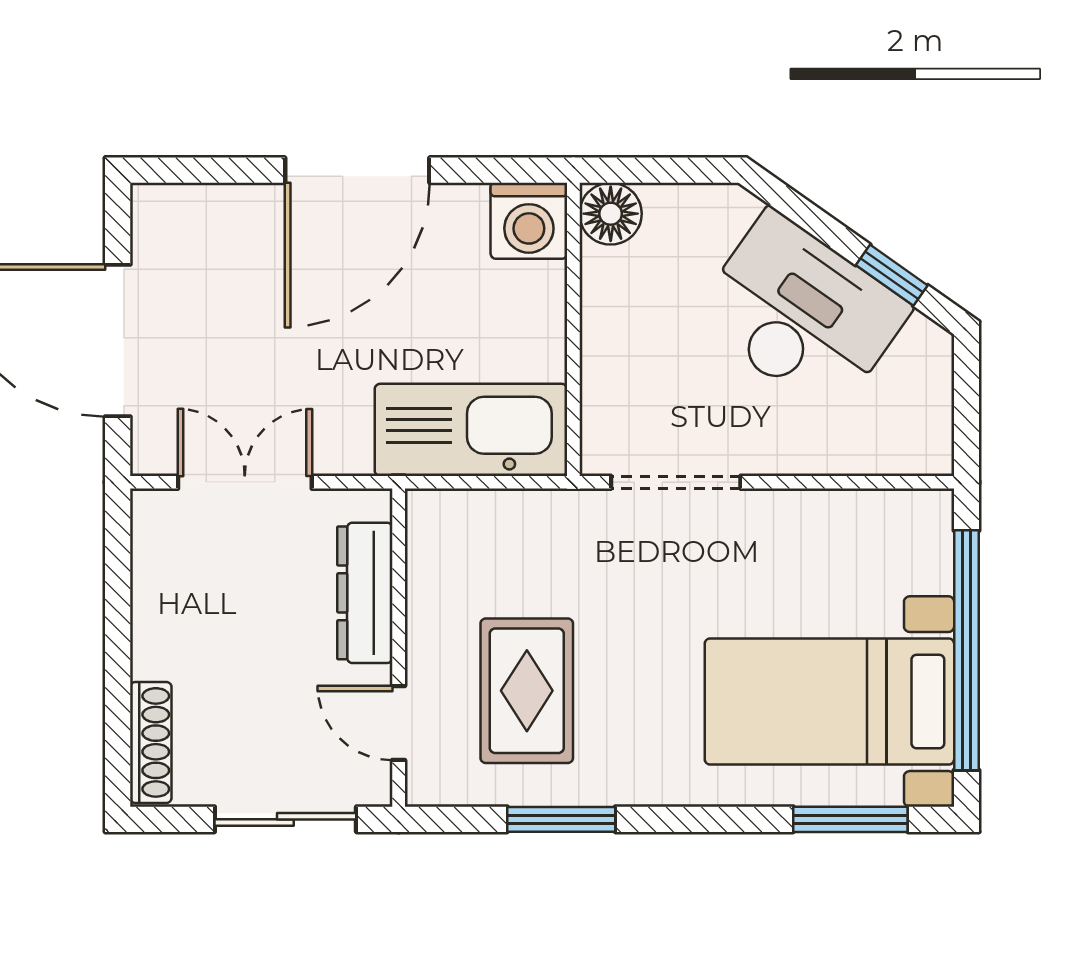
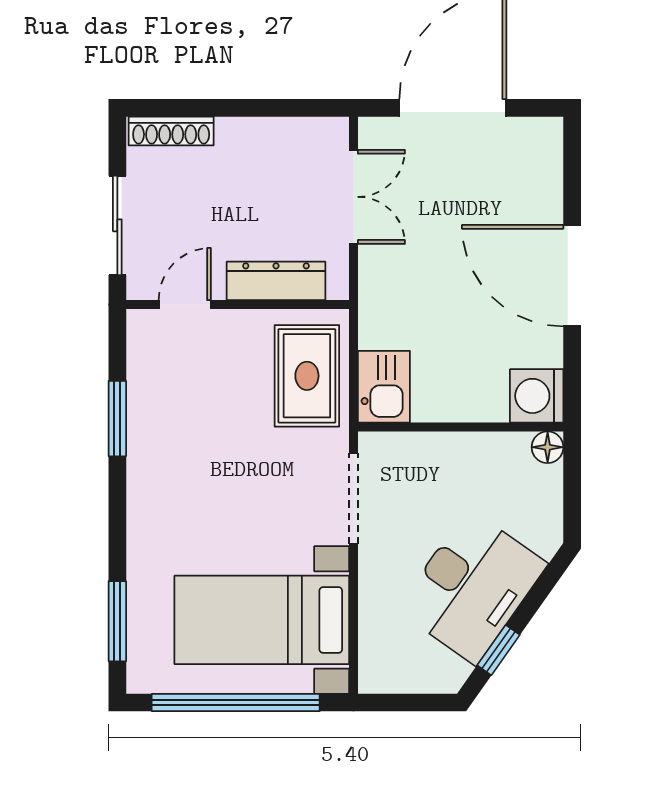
floor lamp: (611, 214) -> (548, 447), width x0.73, depth x0.73
kitchen sink: (471, 430) -> (384, 387), width x0.53, depth x0.81
rug: (527, 691) -> (307, 376), moved, turned 90
bed with nightstands: (829, 702) -> (262, 620), moved, turned -90

